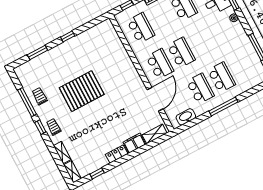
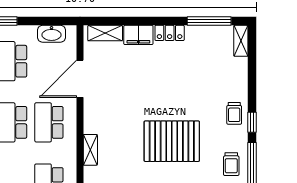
shelving: (62, 153) -> (90, 150), moved
window: (97, 173) -> (209, 21), width x2.17

